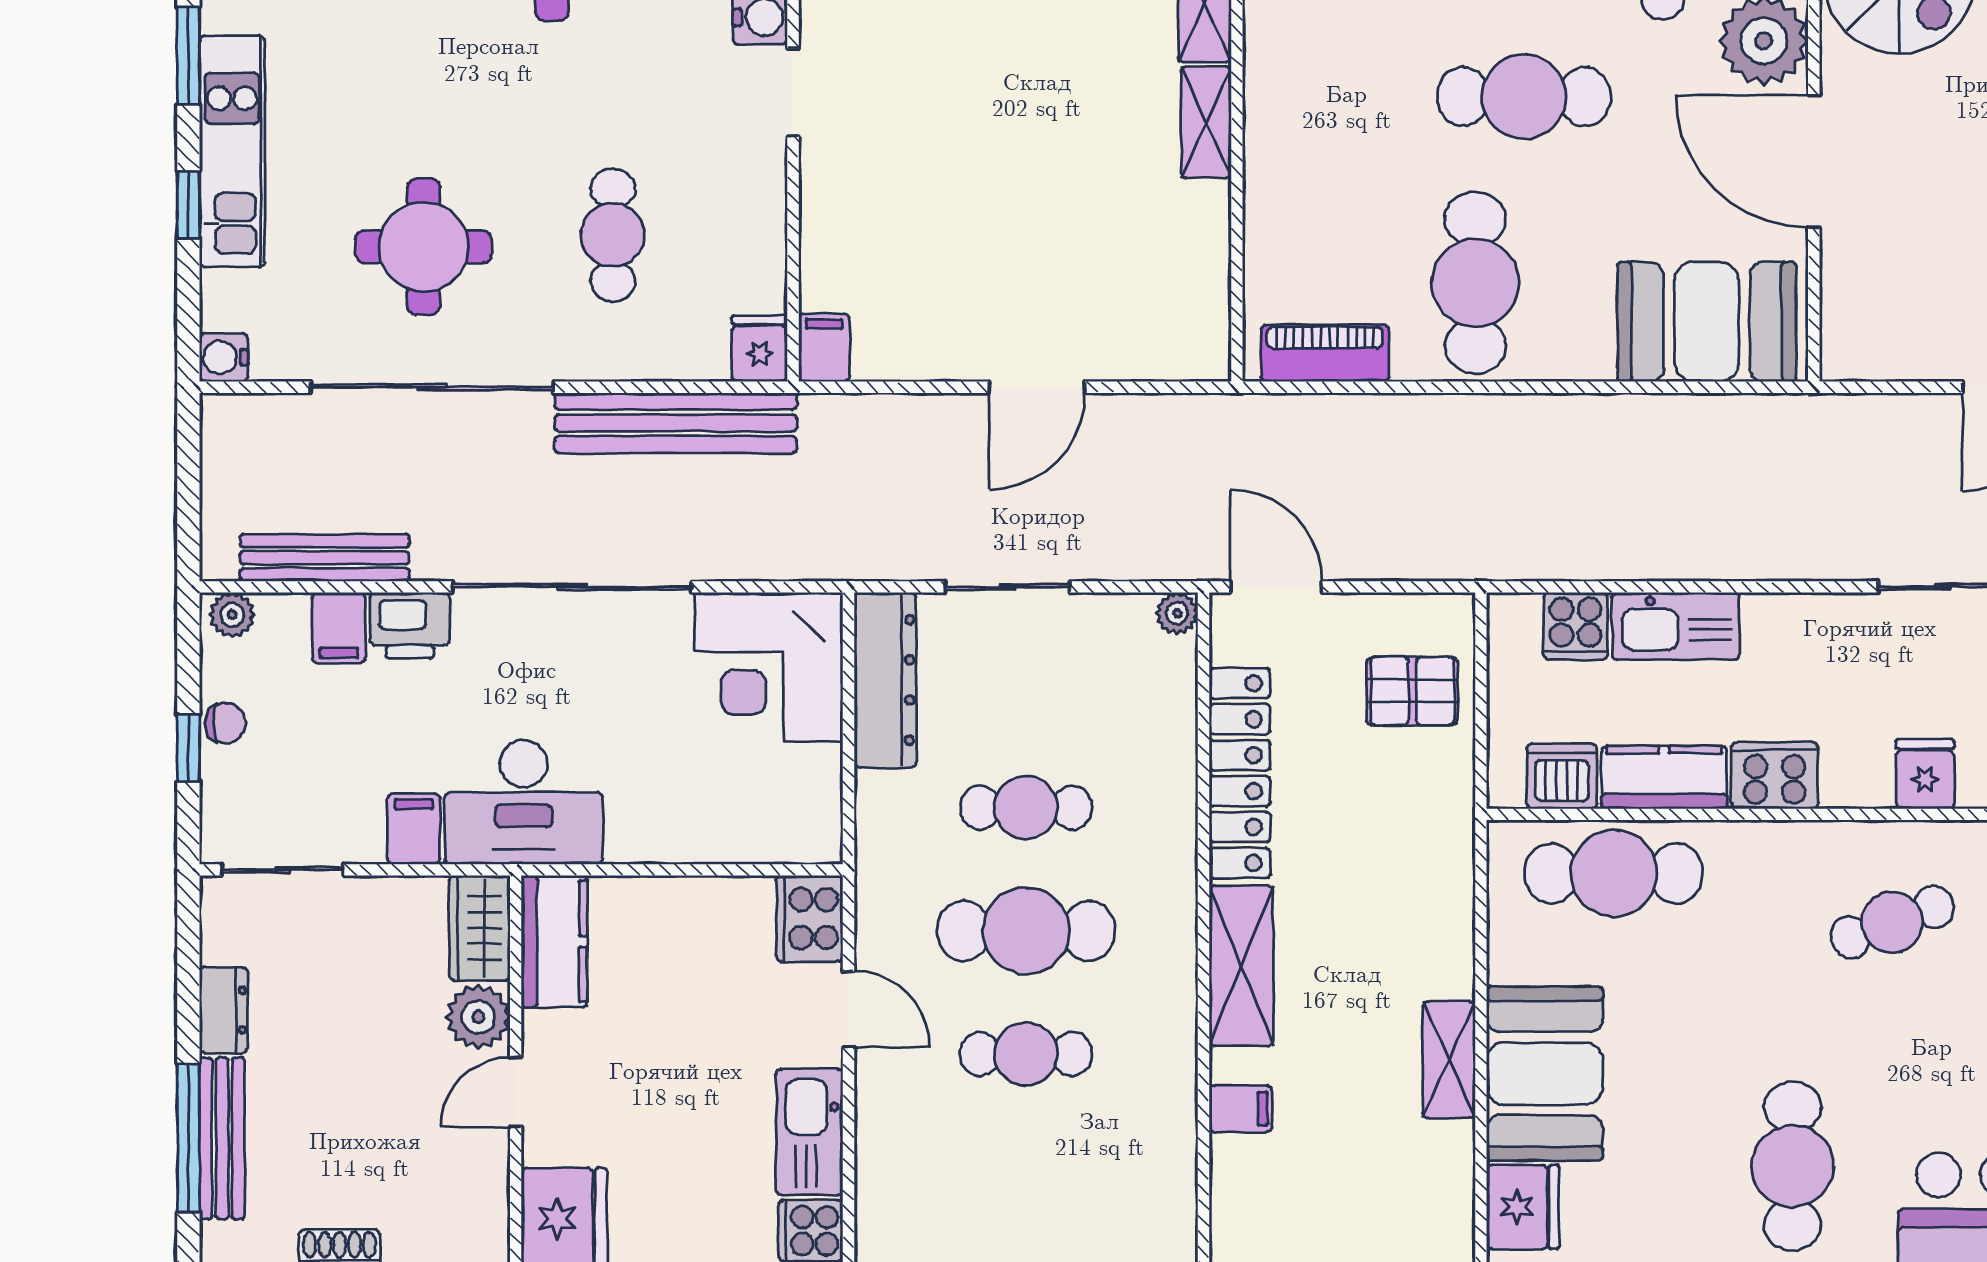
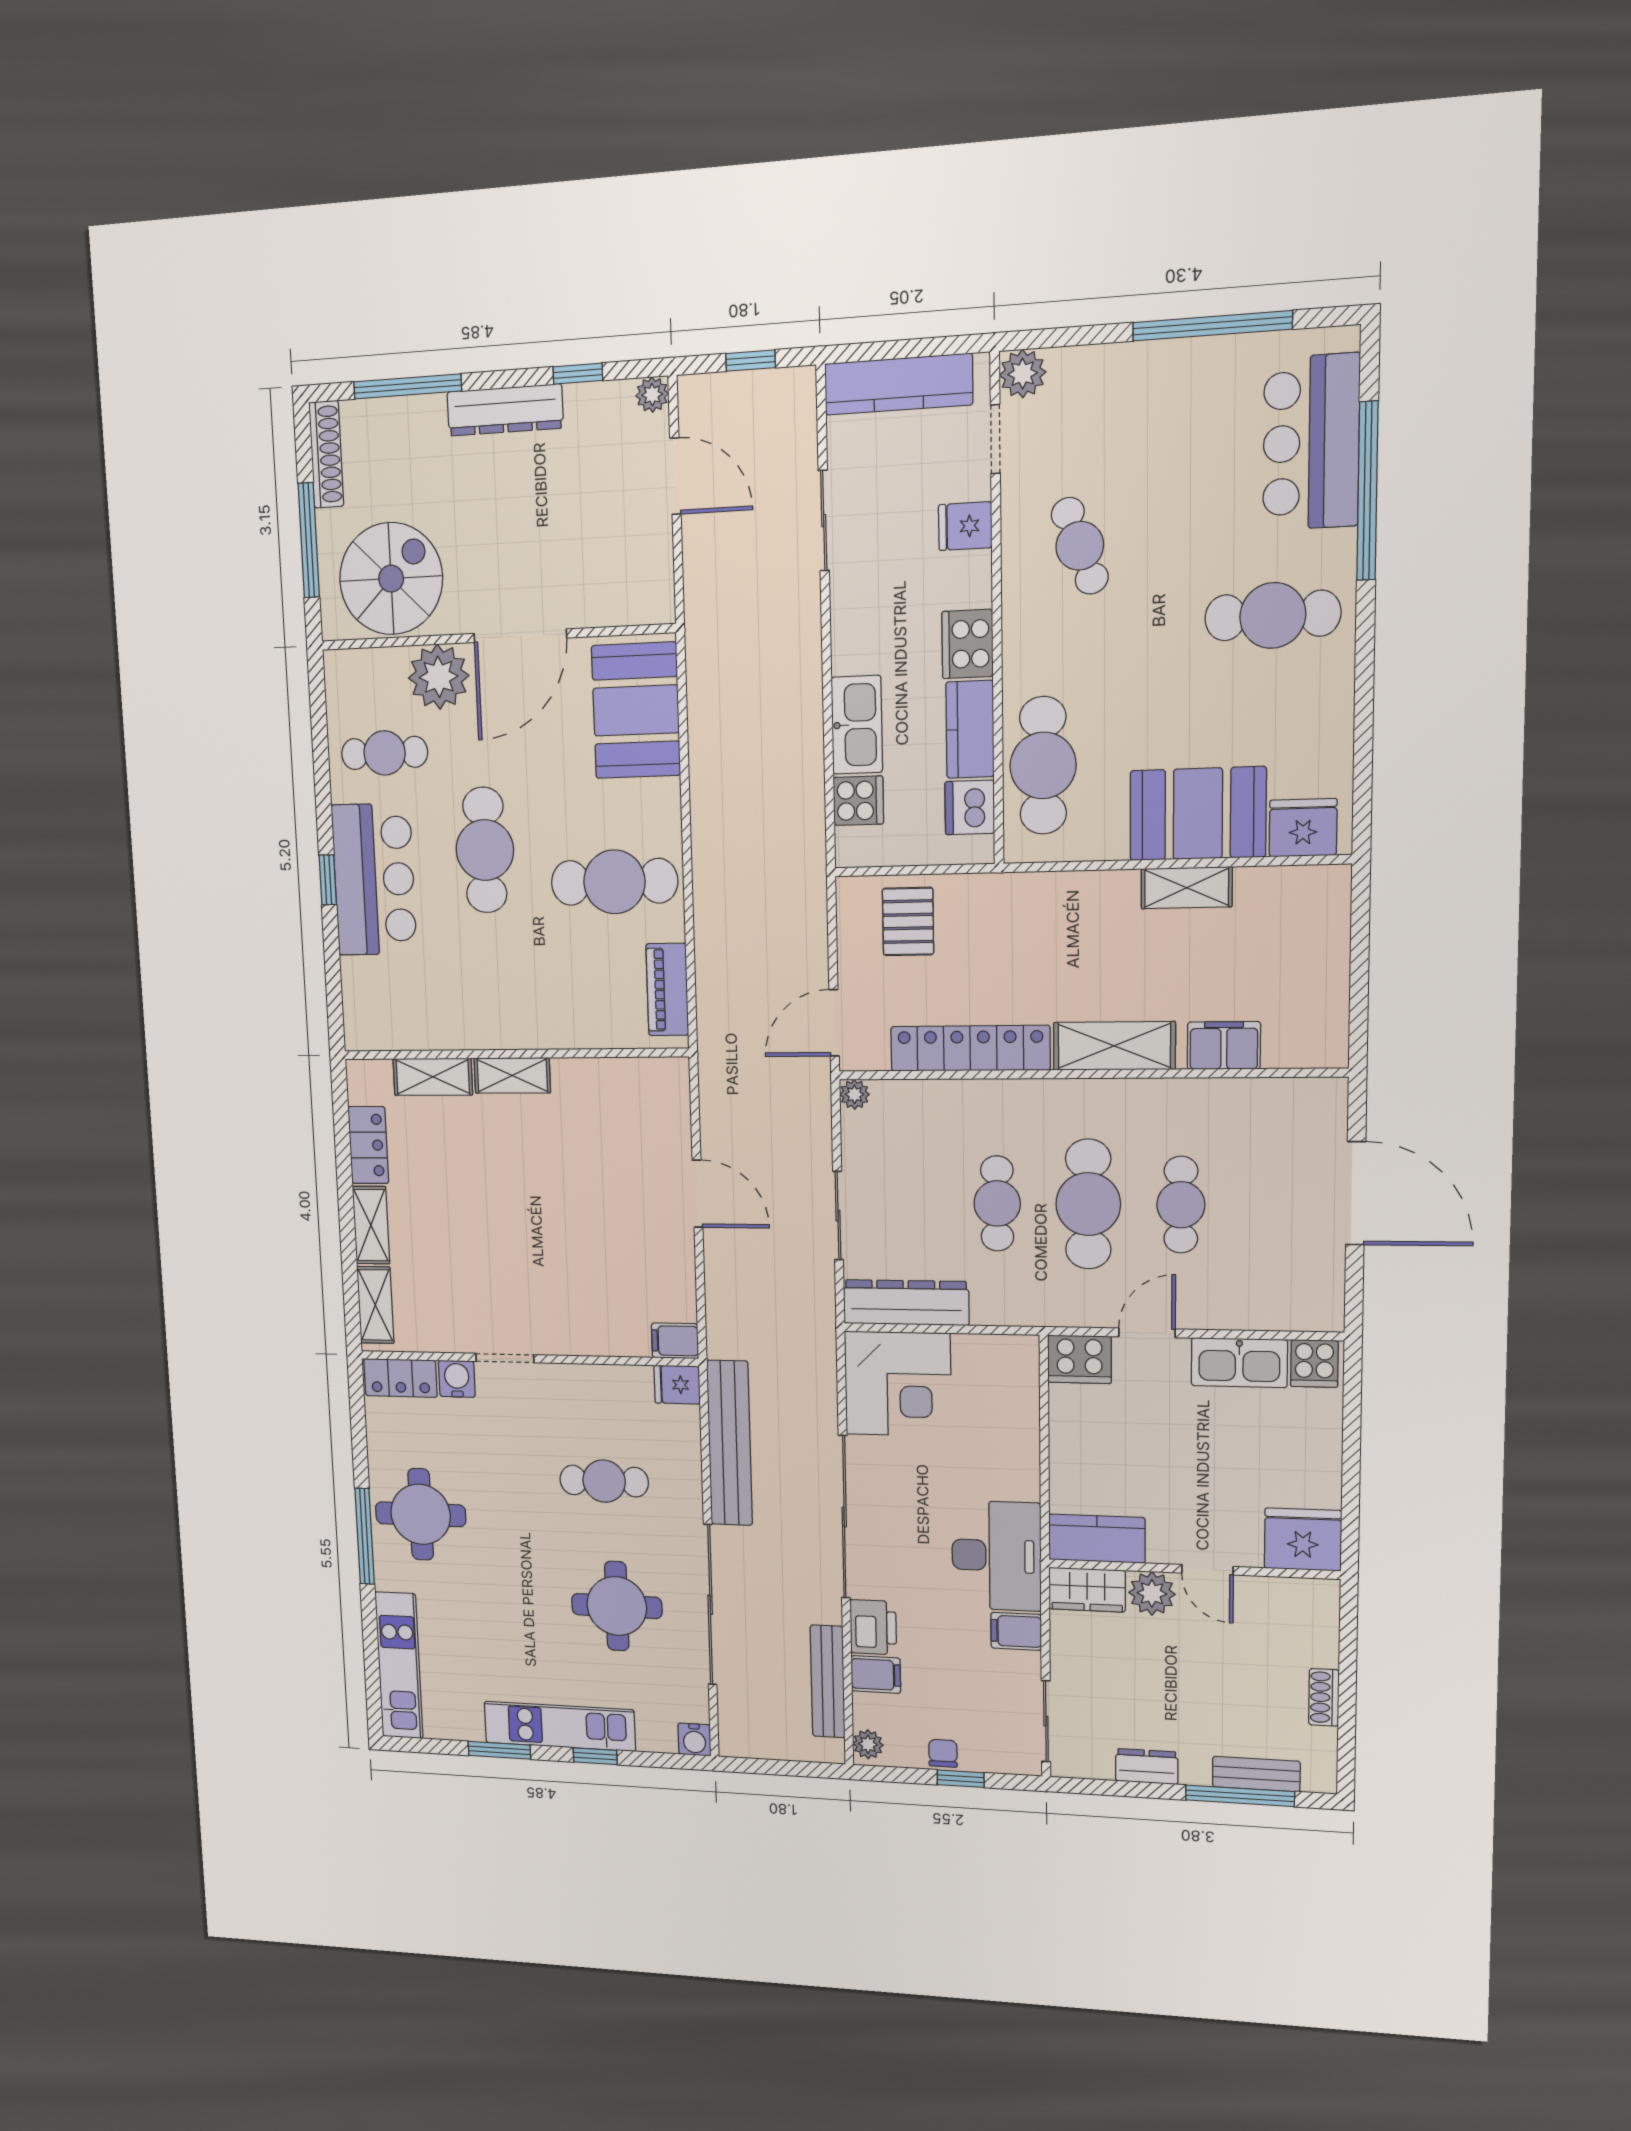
filing cabinet: (1241, 1109) -> (1224, 1045), width x2.00
bench: (222, 1138) -> (1256, 1774), width x0.73

